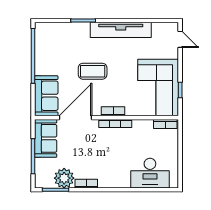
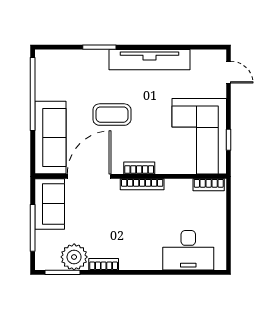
sofa: (46, 96) -> (50, 138), width x1.36

